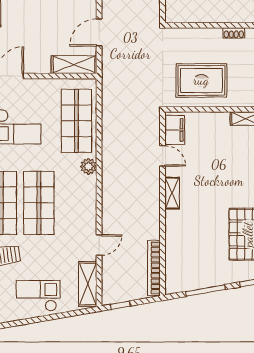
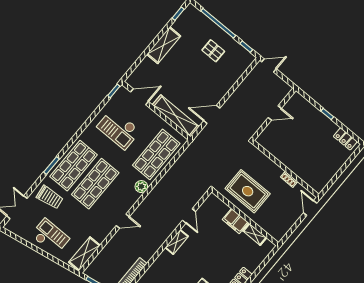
shelving: (74, 65) -> (176, 116), width x1.47
filing cabinet: (175, 130) -> (235, 221), moved, turned 90
door: (99, 245) -> (123, 221), moved

